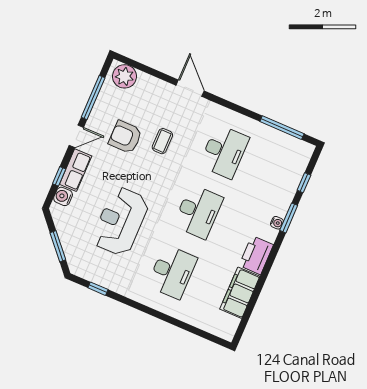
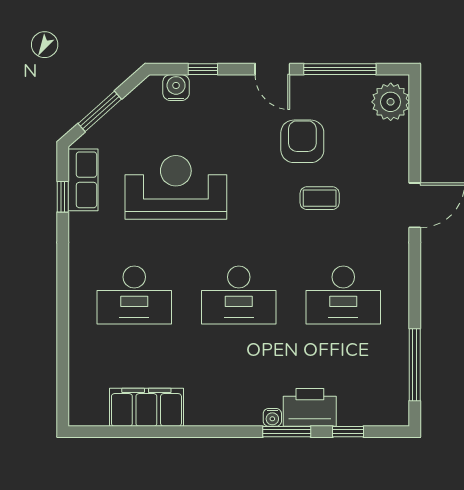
row of seats: (76, 170) -> (83, 180), moved, turned -90
printer: (256, 255) -> (310, 407), moved

